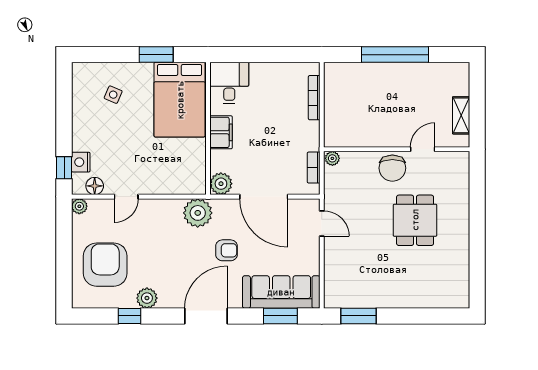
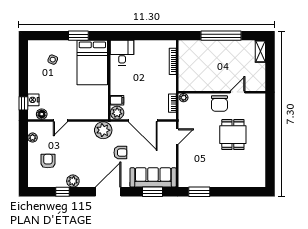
shelving: (461, 115) -> (260, 51), moved
filing cabinet: (221, 132) -> (117, 100), moved, width x0.50
plant: (79, 206) -> (33, 138), moved
door: (322, 224) -> (177, 137), hinge flipped
armchair: (105, 265) -> (48, 161), width x0.53, depth x0.53

